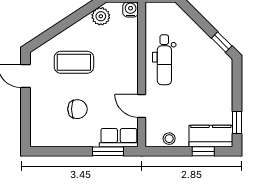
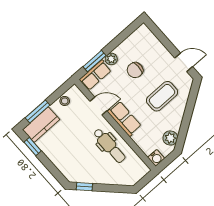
dental chair: (164, 60) -> (109, 146), turned 180
row of seats: (128, 72) -> (124, 119), added
plant: (91, 139) -> (111, 59), added
window: (203, 151) -> (38, 112), width x1.50

